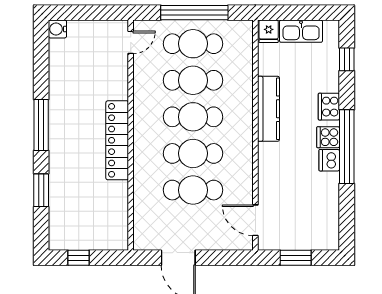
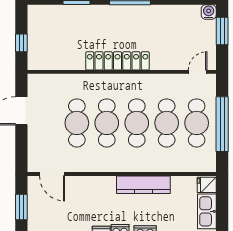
window: (81, 13) -> (222, 31), added
door: (131, 42) -> (198, 72), swing flipped
door: (255, 220) -> (52, 174), swing flipped
window: (78, 258) -> (21, 43), moved

